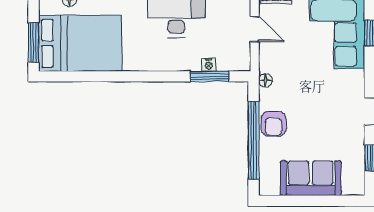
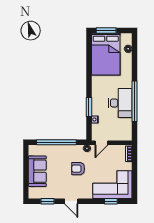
door: (255, 29) -> (102, 143), moved
window: (210, 76) -> (89, 107), moved
armchair: (274, 124) -> (78, 169), moved

